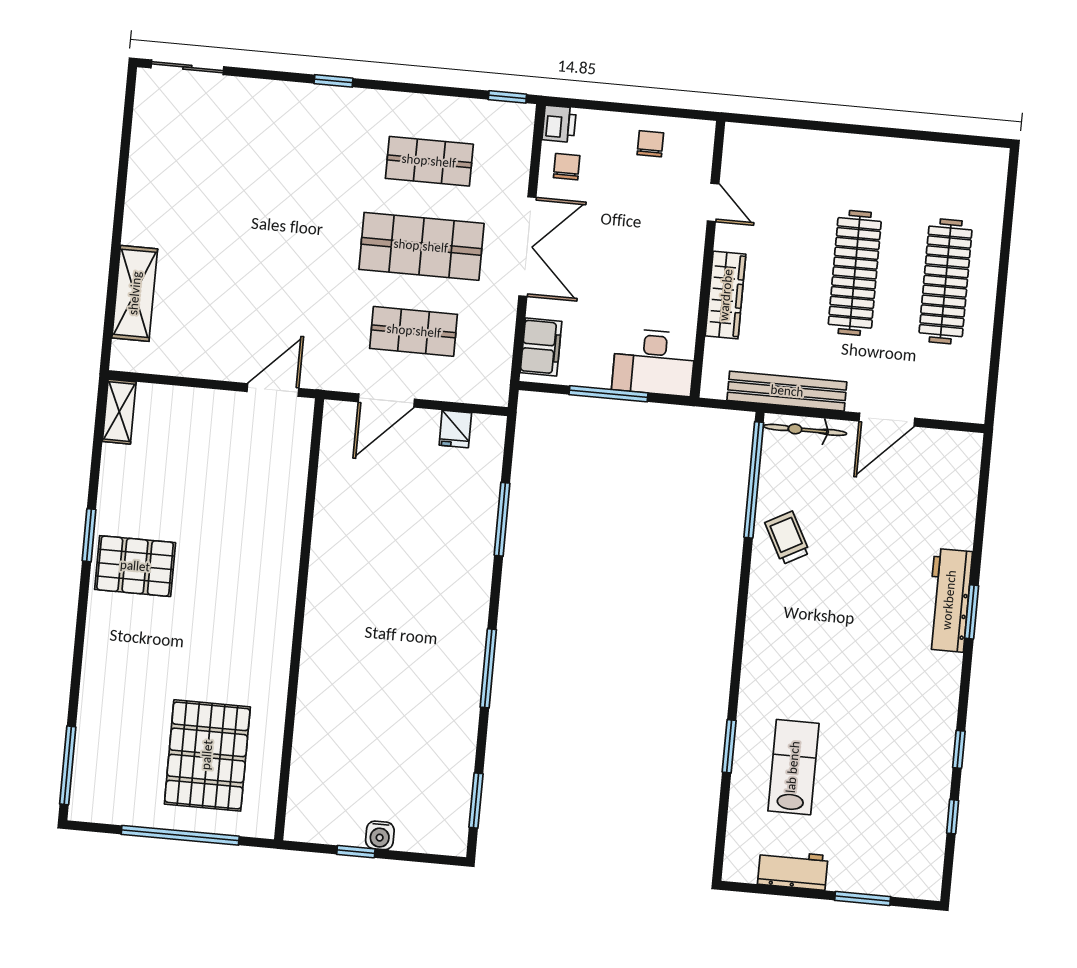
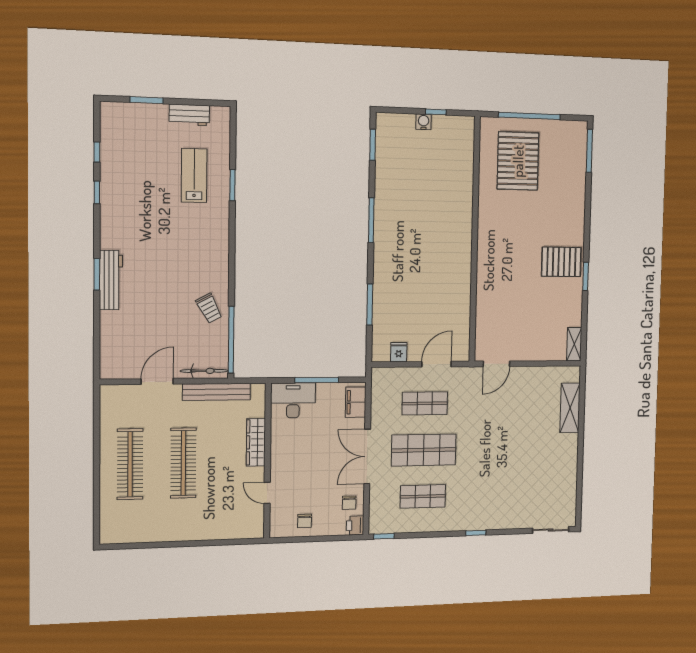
lab bench: (793, 767) -> (194, 175), turned 180

